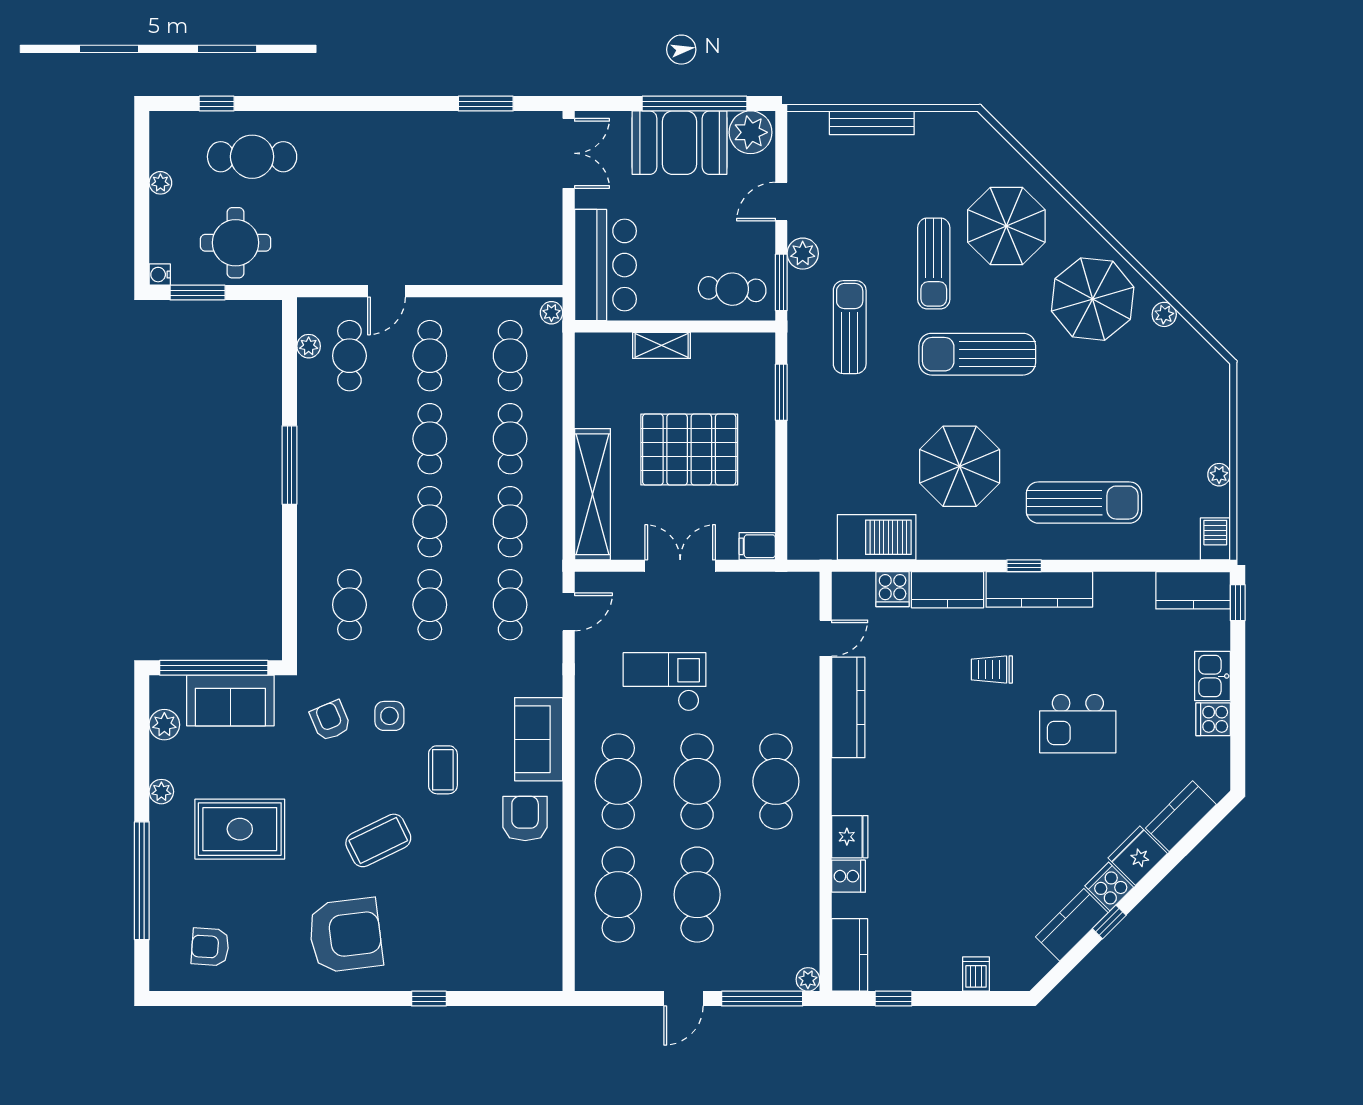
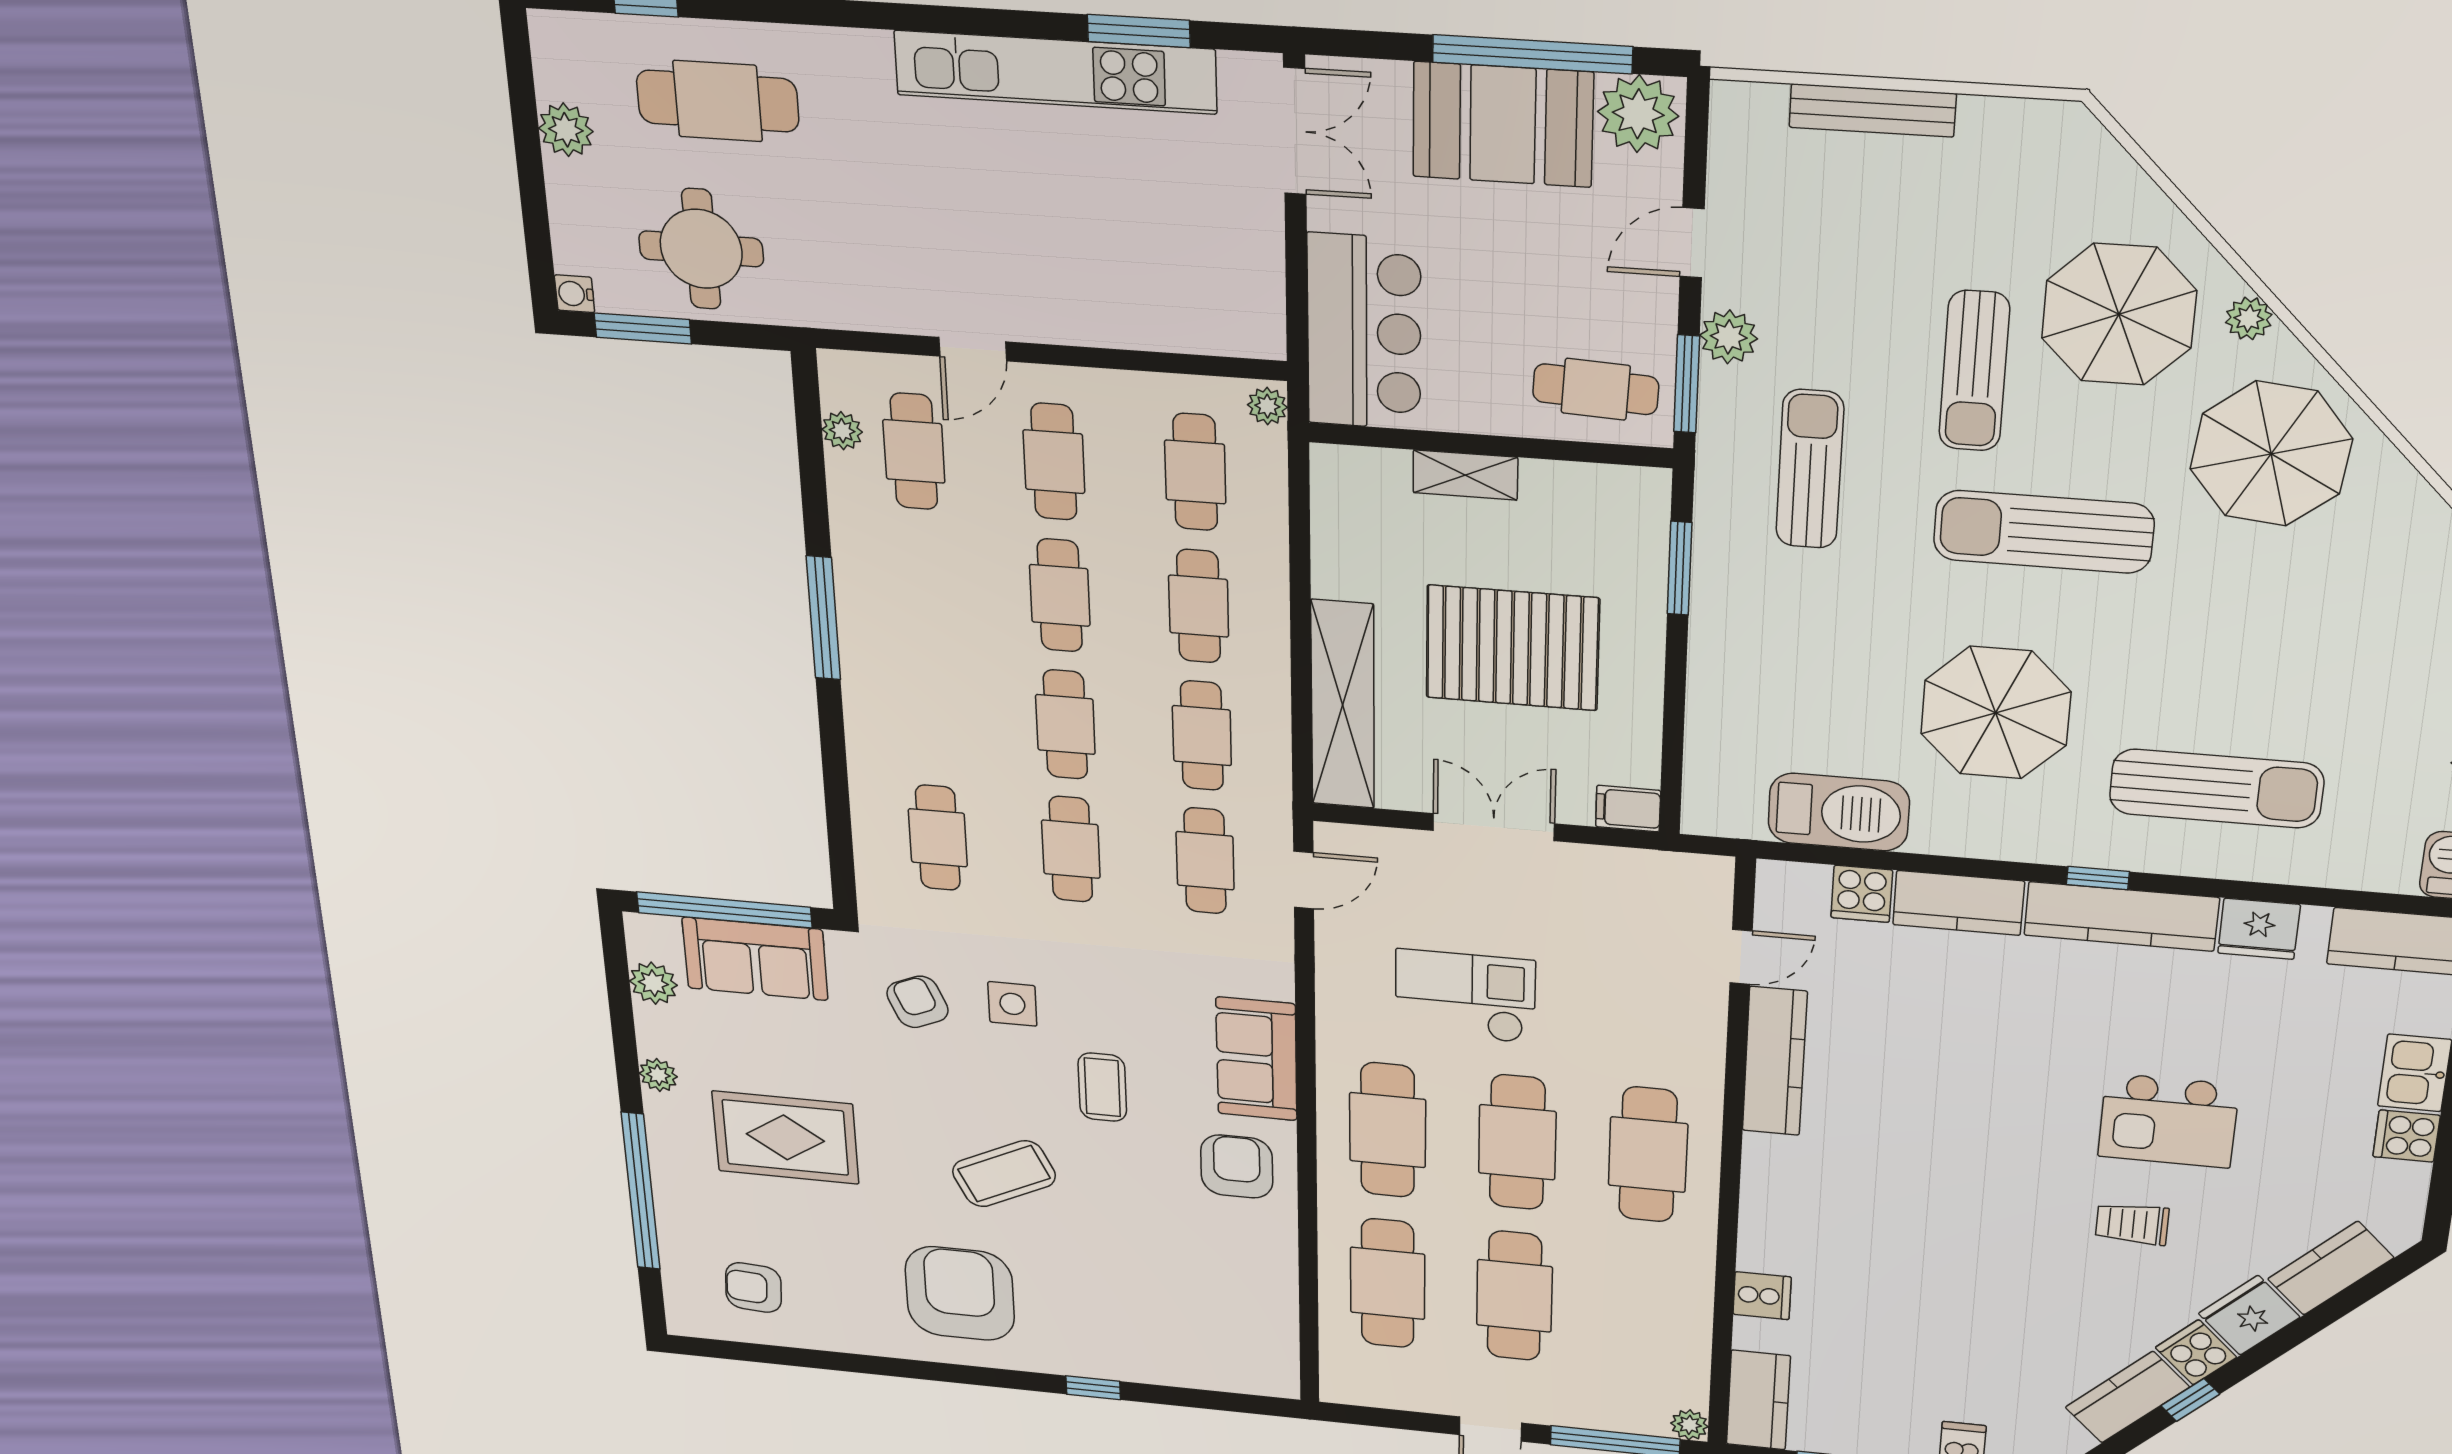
kitchen unit: (440, 129) -> (1055, 72), added
plant: (160, 183) -> (566, 130), width x1.38, depth x1.38
plant: (1164, 314) -> (2249, 319), moved
trolley: (992, 670) -> (2132, 1224), moved
fridge: (850, 837) -> (2259, 929), moved, turned 90
armchair: (345, 935) -> (960, 1293), turned -83

